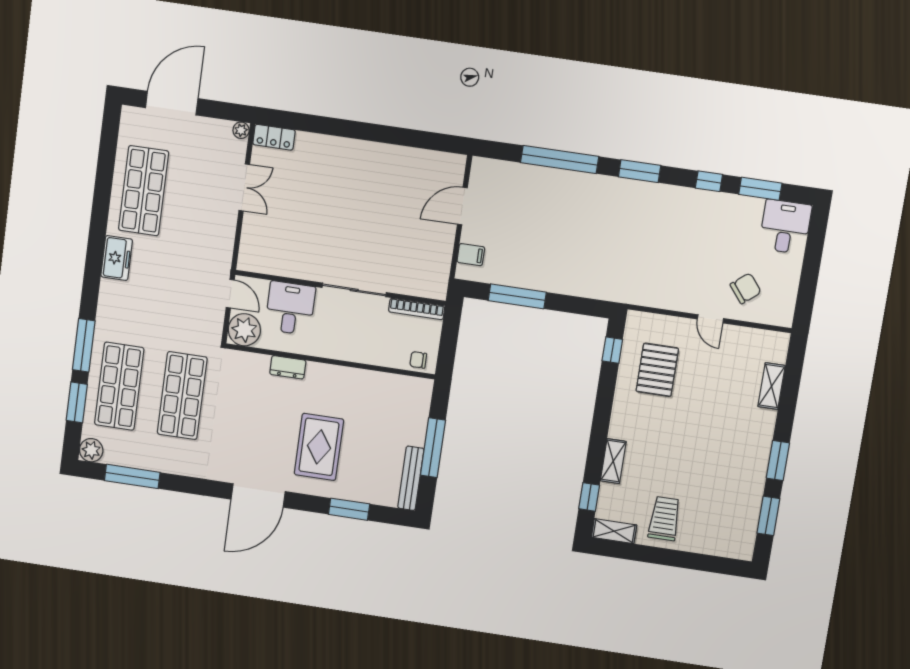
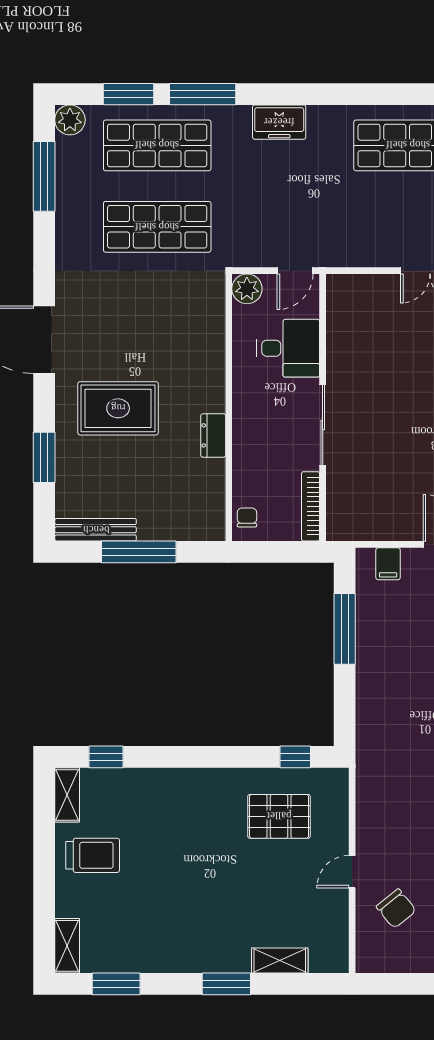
freezer: (117, 258) -> (279, 122), moved
plant: (244, 330) -> (247, 289), width x0.73, depth x0.73
dresser: (288, 367) -> (213, 435), moved
shelving: (613, 461) -> (67, 946), moved, turned 90
window: (778, 461) -> (226, 984), moved

